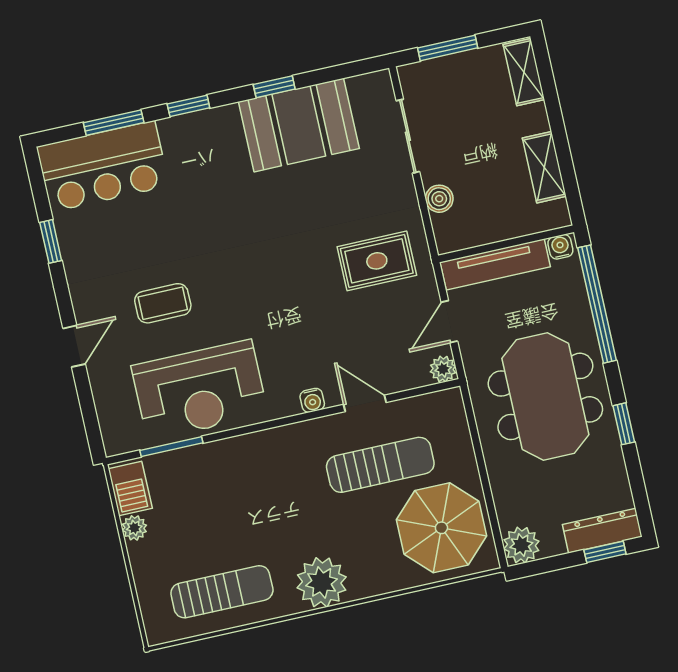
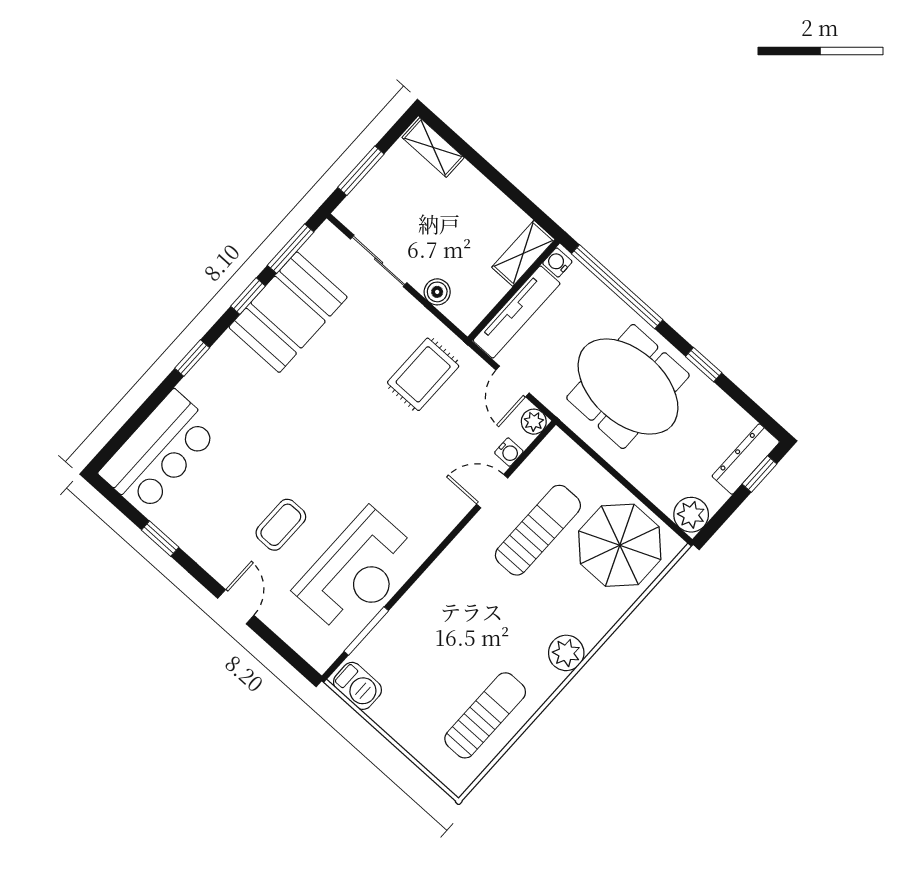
window: (114, 123) -> (291, 249), moved
shelving: (544, 167) -> (523, 253), moved, turned 90
water cooler: (312, 400) -> (509, 452), moved
plant: (134, 528) -> (382, 714), removed
plant: (322, 582) -> (566, 653), width x0.73, depth x0.73

